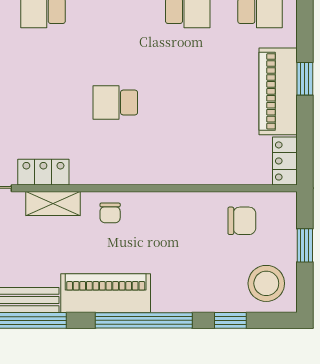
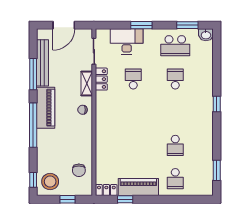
window: (305, 79) -> (125, 199), moved
school desk: (115, 103) -> (133, 79), moved
window: (230, 320) -> (33, 180), moved

